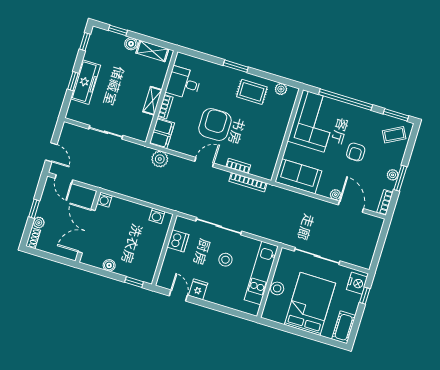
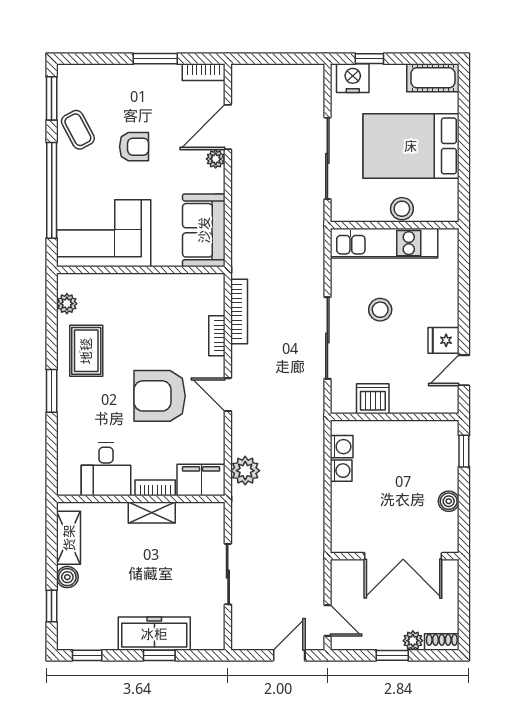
coffee table: (394, 135) -> (78, 130), moved
plant: (393, 175) -> (154, 73), removed
door: (64, 179) -> (327, 621), hinge flipped
washing machine: (104, 200) -> (341, 471), moved

